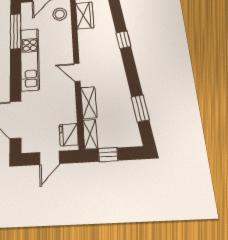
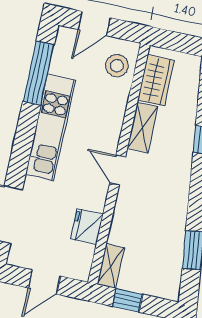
shelving: (89, 103) -> (142, 128), moved
fridge: (69, 135) -> (87, 226), moved

